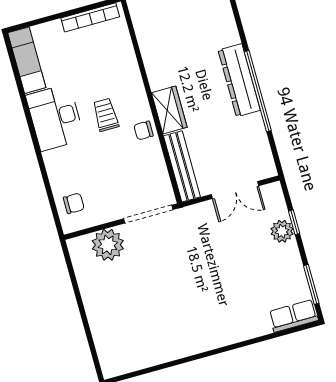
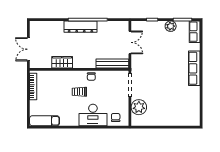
wardrobe: (169, 110) -> (62, 62), moved
desk: (55, 117) -> (93, 115), moved
plant: (282, 231) -> (171, 26), moved
row of seats: (218, 336) -> (194, 68), added

